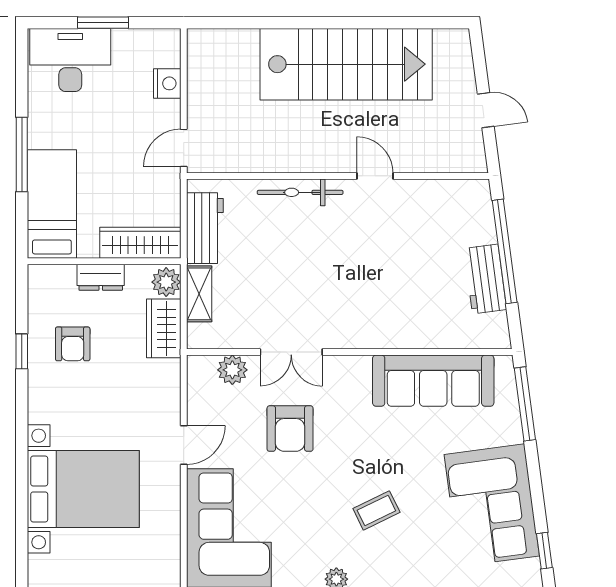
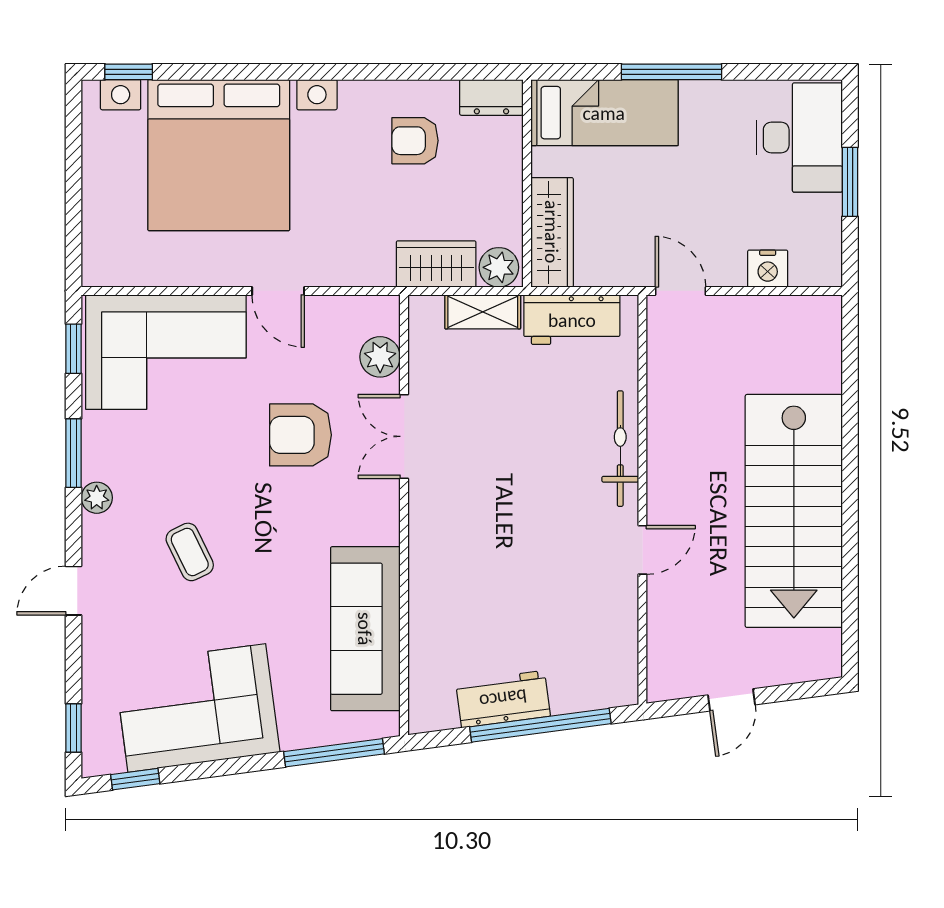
dresser: (101, 277) -> (491, 97), moved, turned -90
window: (22, 351) -> (129, 72), moved
bed with nightstands: (83, 489) -> (219, 155), width x1.36

